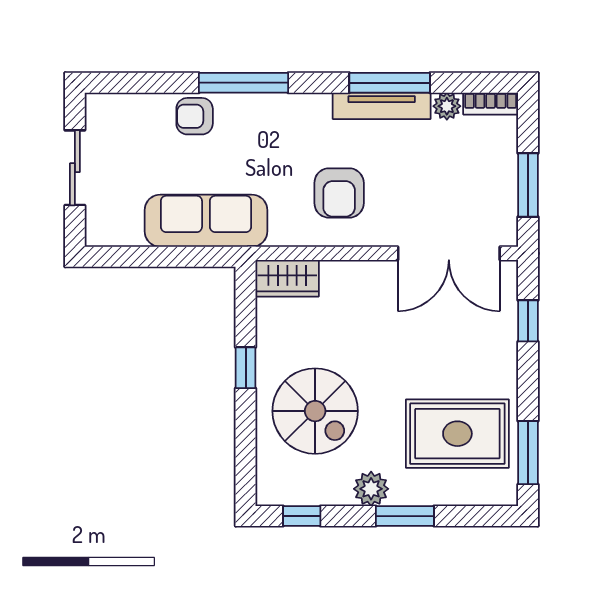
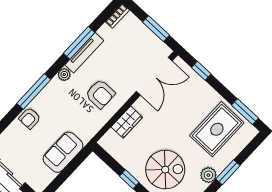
plant: (447, 106) -> (64, 75), moved
sofa: (206, 221) -> (63, 152), width x0.73
wardrobe: (287, 278) -> (127, 122), moved

